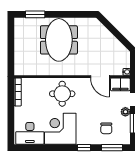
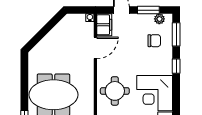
plant: (125, 112) -> (159, 19), moved

